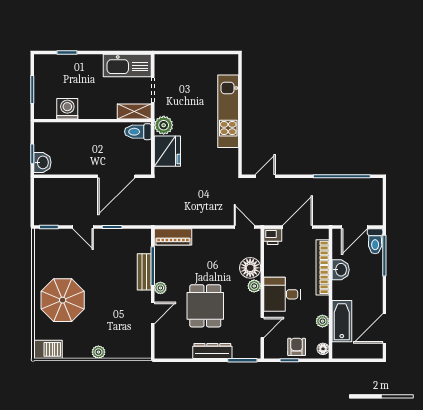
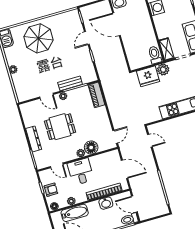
door: (116, 176) -> (116, 24), moved
printer: (273, 237) -> (114, 156), removed

